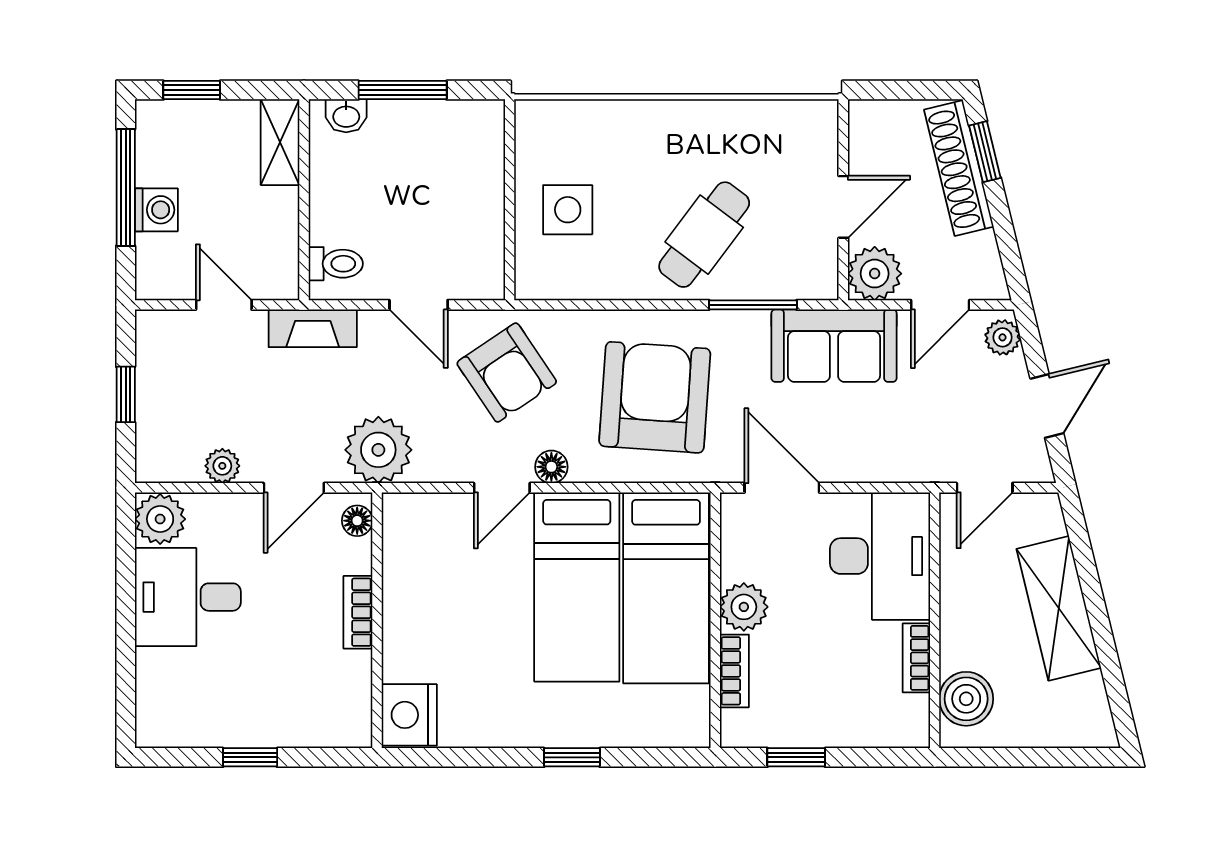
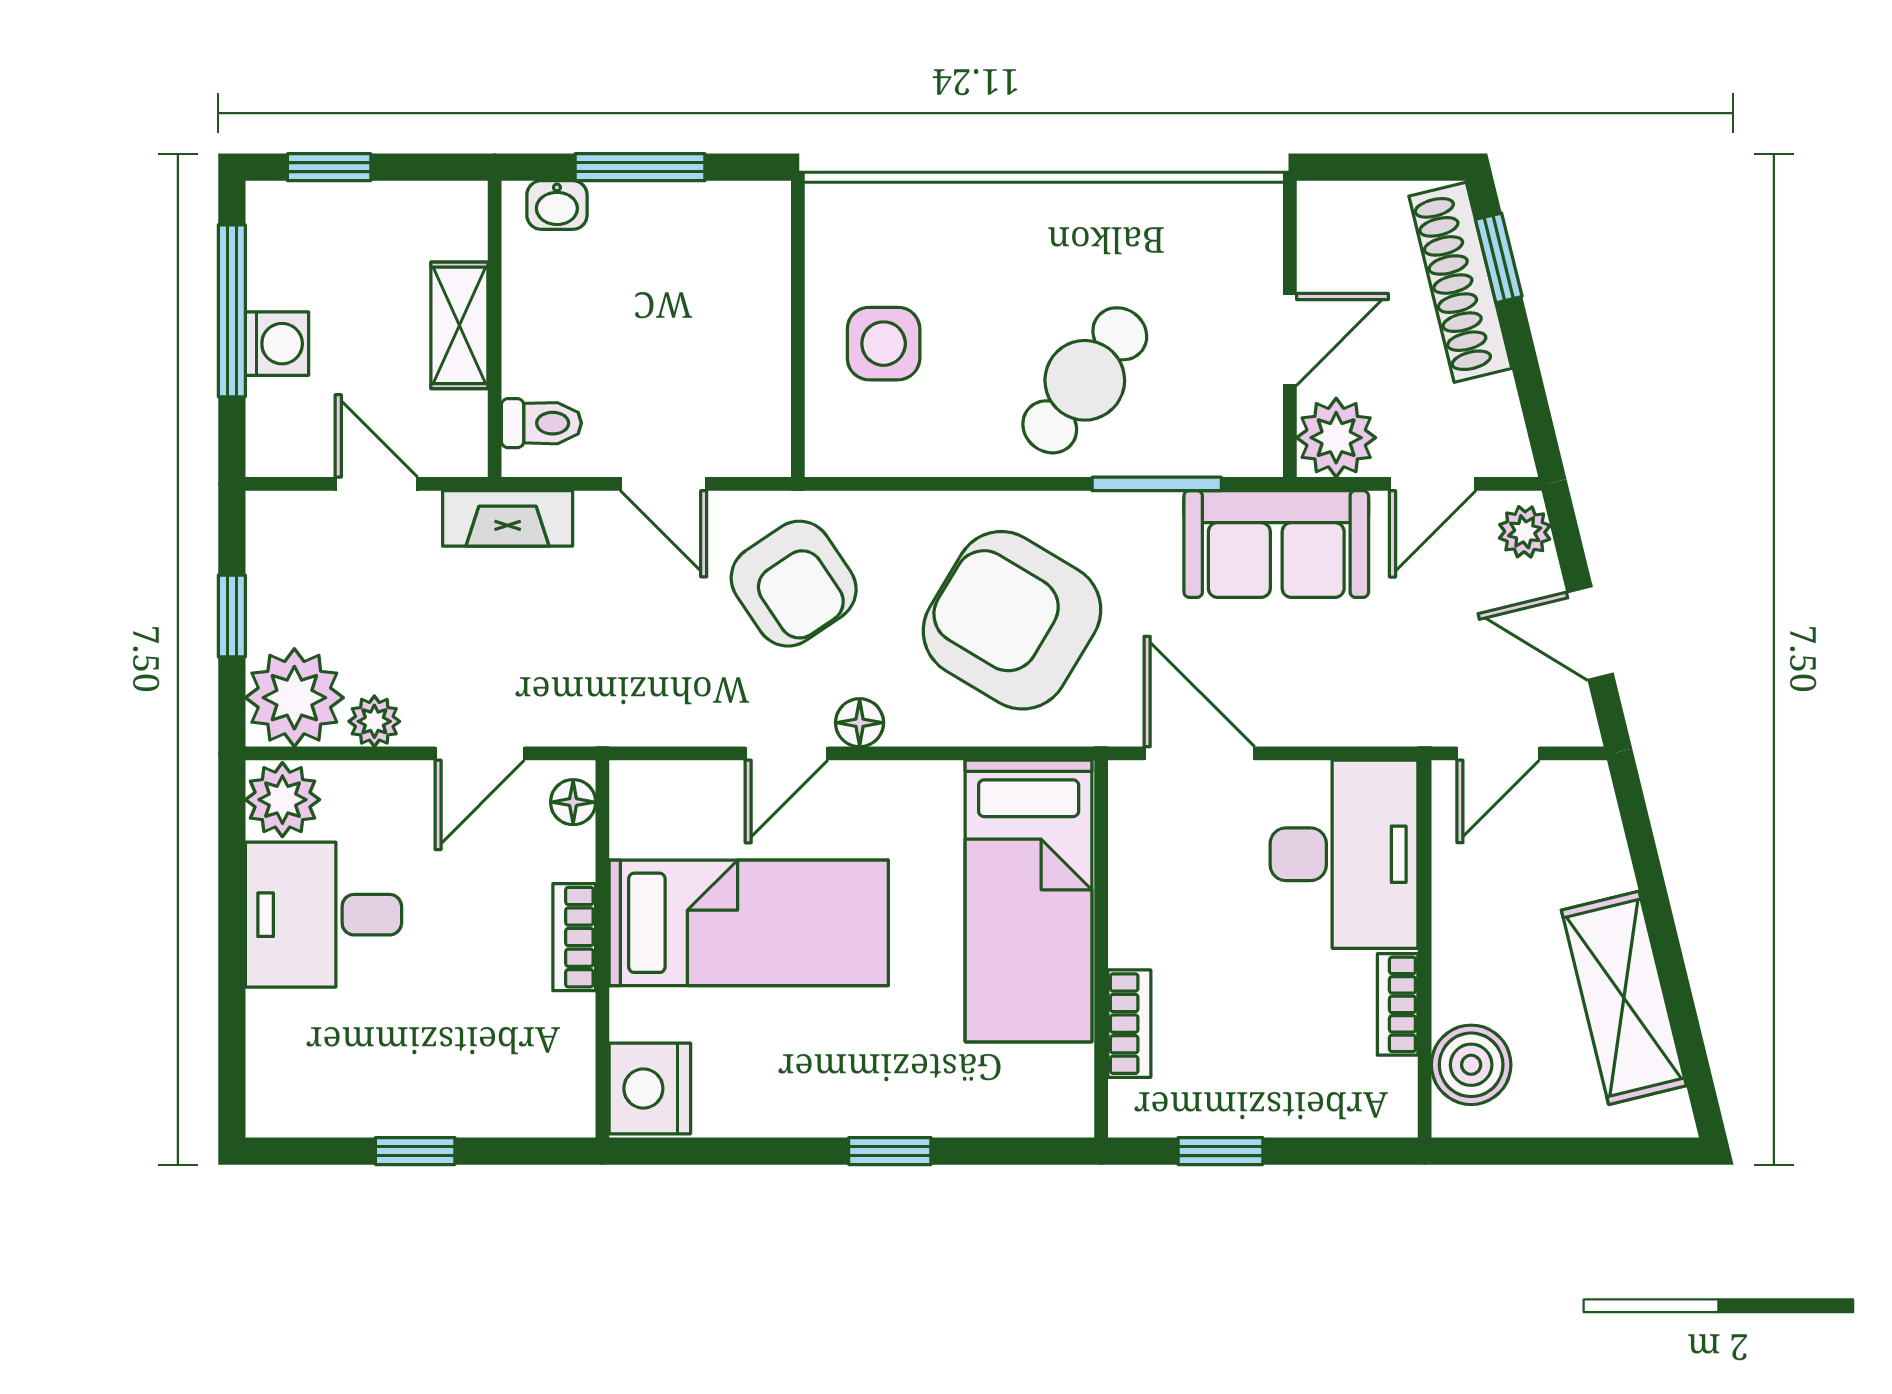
shelving: (280, 142) -> (459, 325), moved
armchair: (655, 397) -> (1012, 620), turned -63
door: (1047, 406) -> (1590, 633), swing flipped
plant: (378, 450) -> (294, 698), moved
bed: (577, 587) -> (749, 923), moved, turned -90
plant: (744, 607) -> (1143, 929), removed
shelving: (1059, 608) -> (1624, 998), moved

